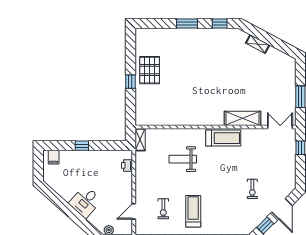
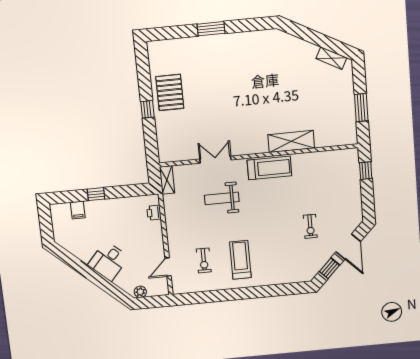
window: (220, 24) -> (252, 25), removed
shelving: (258, 44) -> (331, 58), moved
double door: (280, 127) -> (215, 160), moved
filing cabinet: (54, 157) -> (78, 210), moved

